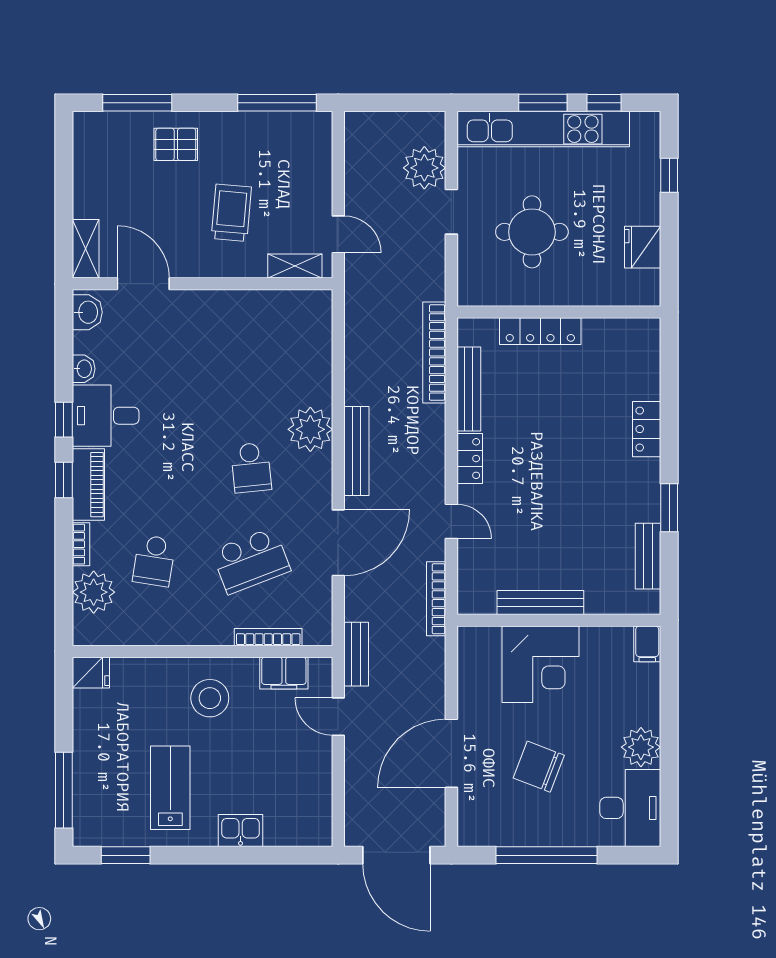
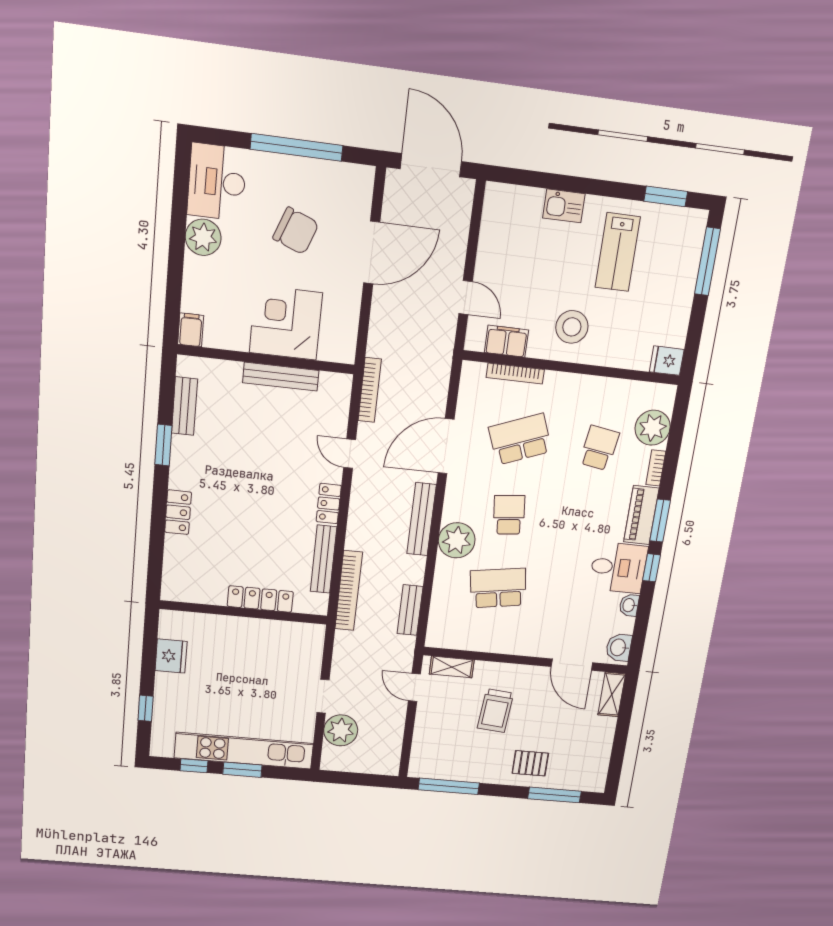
round table: (532, 232) -> (260, 676), removed
school desk: (251, 374) -> (498, 588), added
window: (64, 480) -> (660, 521), width x1.50
bench: (356, 654) -> (410, 610), moved

